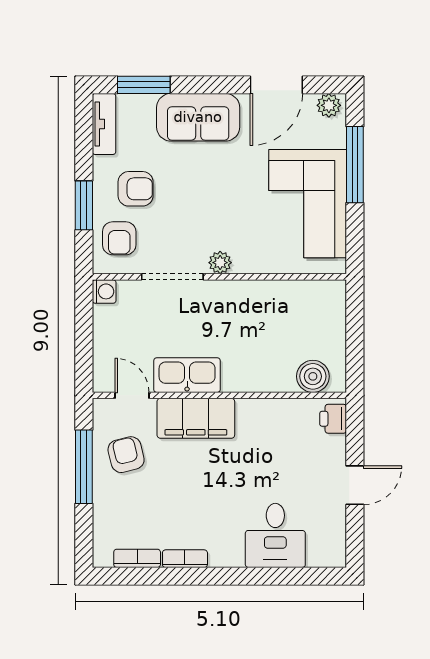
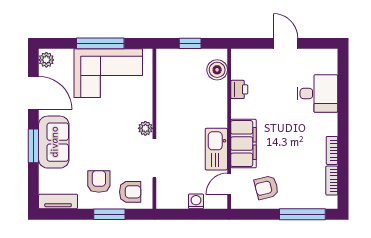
window: (144, 85) -> (33, 146), moved
window: (355, 165) -> (100, 43), moved
washing machine: (104, 291) -> (196, 201), moved
window: (355, 334) -> (190, 43), added
printer: (333, 419) -> (239, 89), moved, turned -90
window: (84, 467) -> (302, 214), moved

